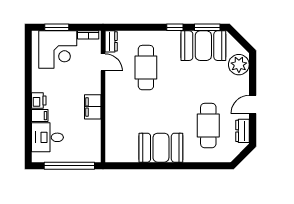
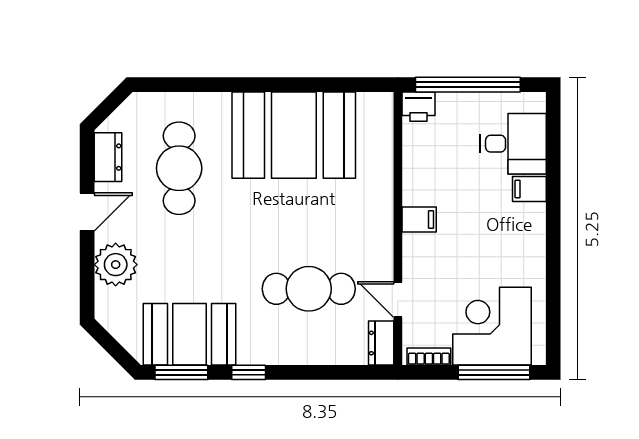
window: (57, 27) -> (494, 372), width x1.44
plant: (239, 65) -> (116, 265), moved
cafe table: (146, 68) -> (309, 289), turned 90
printer: (39, 101) -> (419, 107), moved, turned -90
filing cabinet: (93, 107) -> (419, 219), width x0.50
booth: (161, 148) -> (294, 135), width x1.36, depth x1.42

